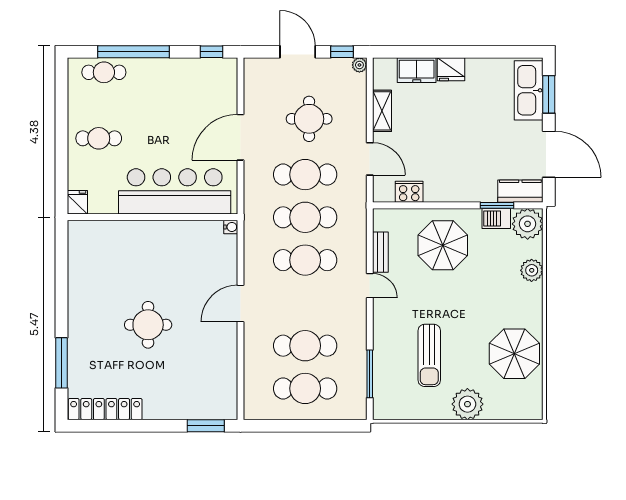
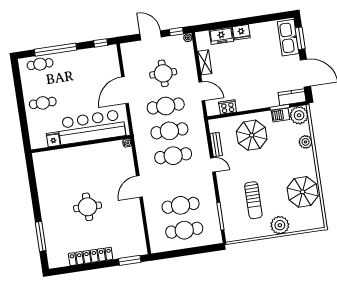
fridge: (77, 202) -> (53, 139), moved
locker: (105, 409) -> (91, 256), moved

